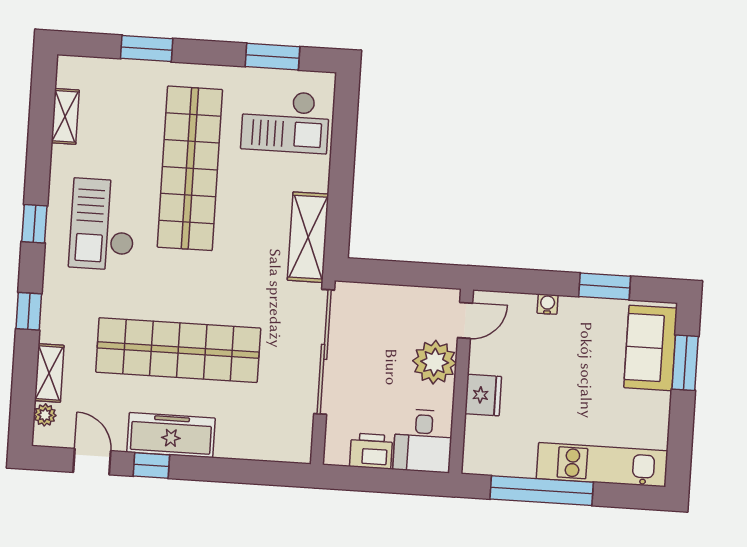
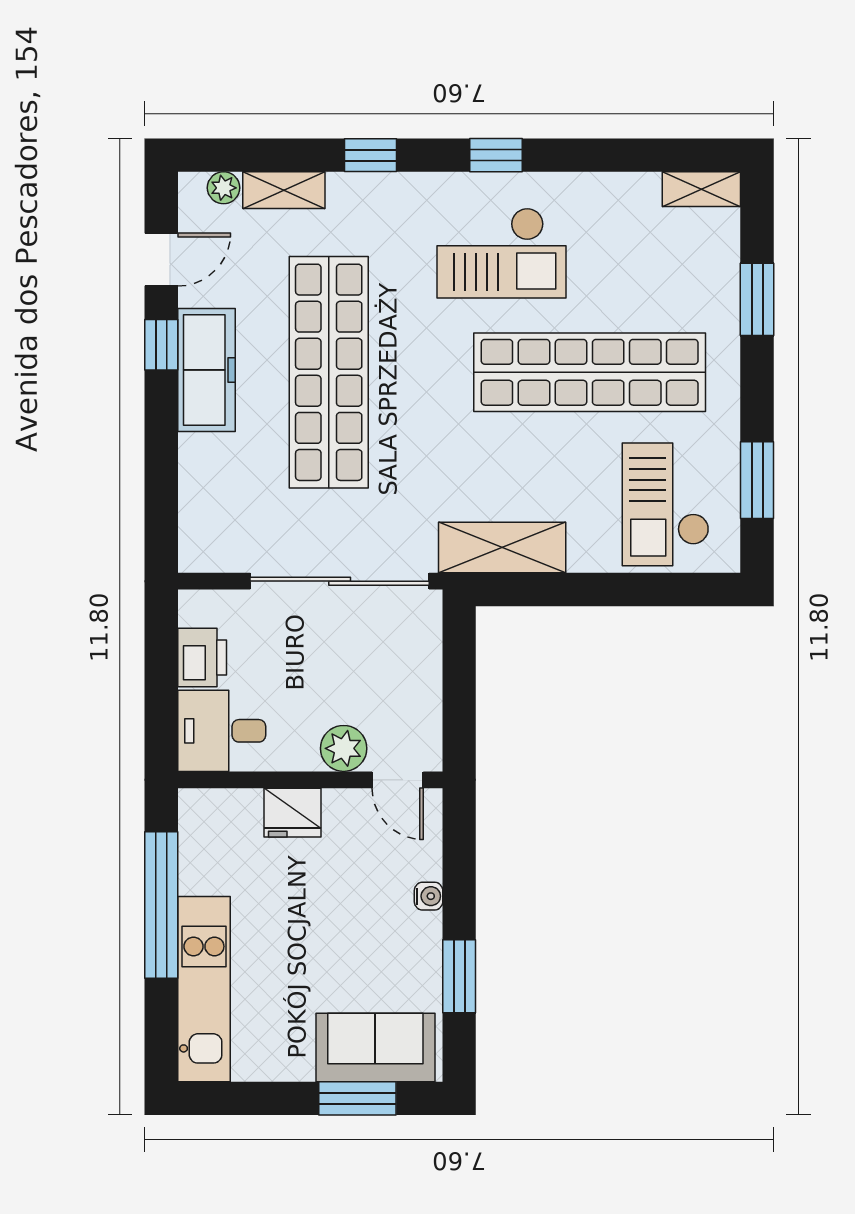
shelving: (65, 116) -> (701, 189), moved
checkout: (103, 224) -> (502, 253), turned 180
plant: (435, 362) -> (344, 748), width x0.73, depth x0.73

